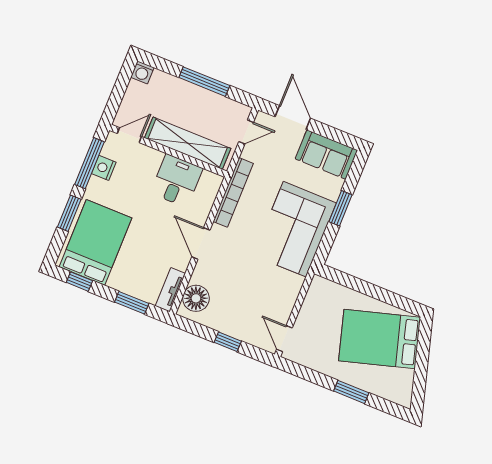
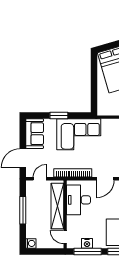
door: (246, 132) -> (40, 179), hinge flipped
desk: (177, 181) -> (79, 200), width x1.37

